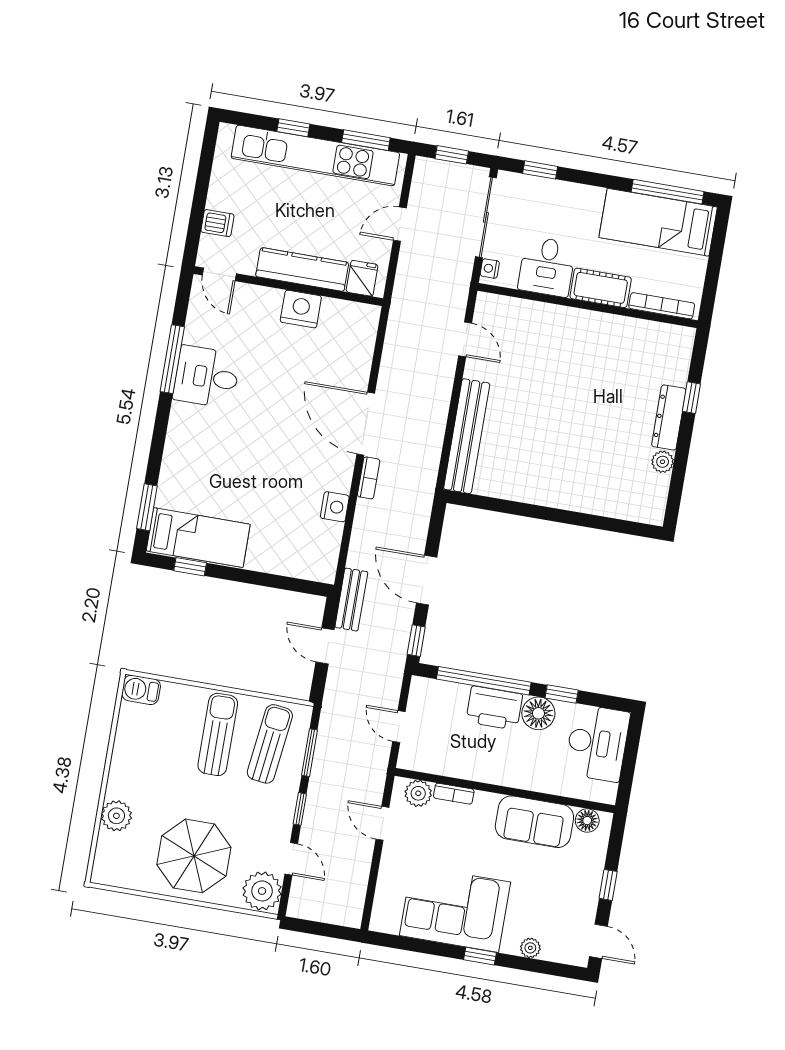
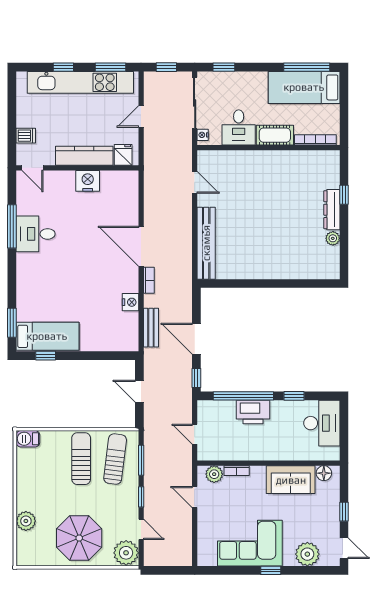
bench: (351, 600) -> (151, 328), moved
floor lamp: (538, 713) -> (281, 411), removed
plant: (530, 948) -> (307, 554), width x1.88, depth x1.88

